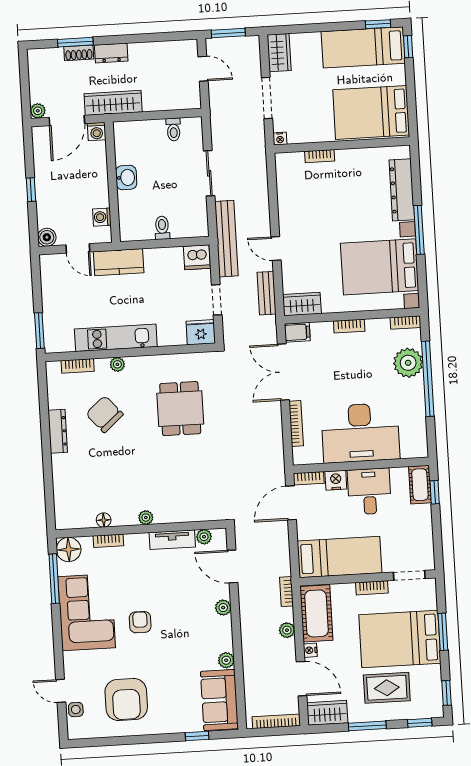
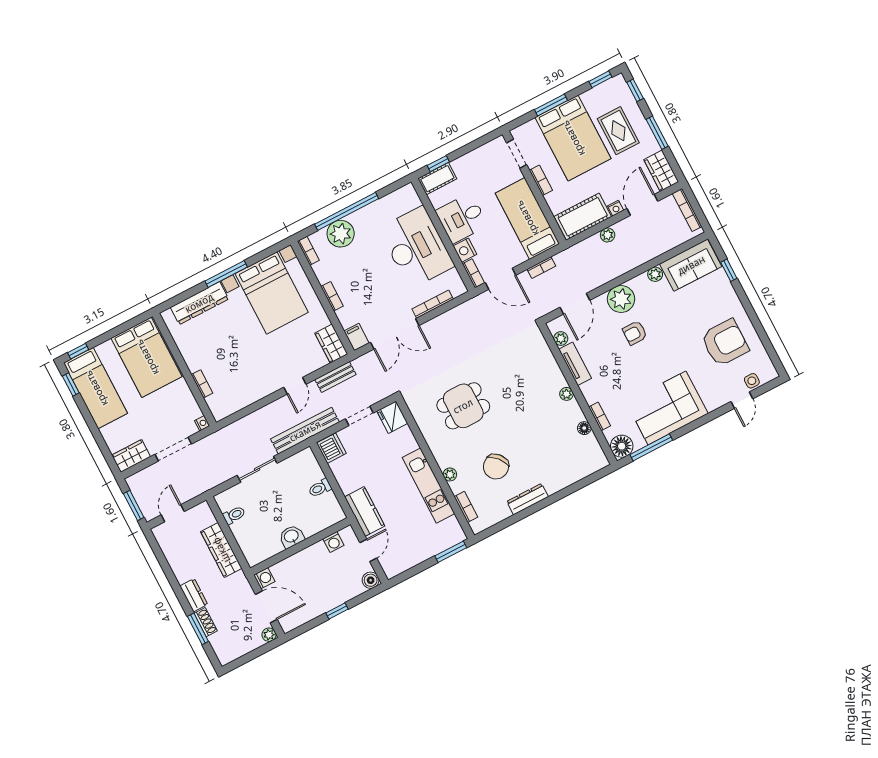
wardrobe: (113, 103) -> (221, 550), moved
bookcase: (287, 592) -> (541, 268), moved
plant: (223, 608) -> (621, 299), width x1.87, depth x1.87
armchair: (140, 622) -> (635, 333), moved

